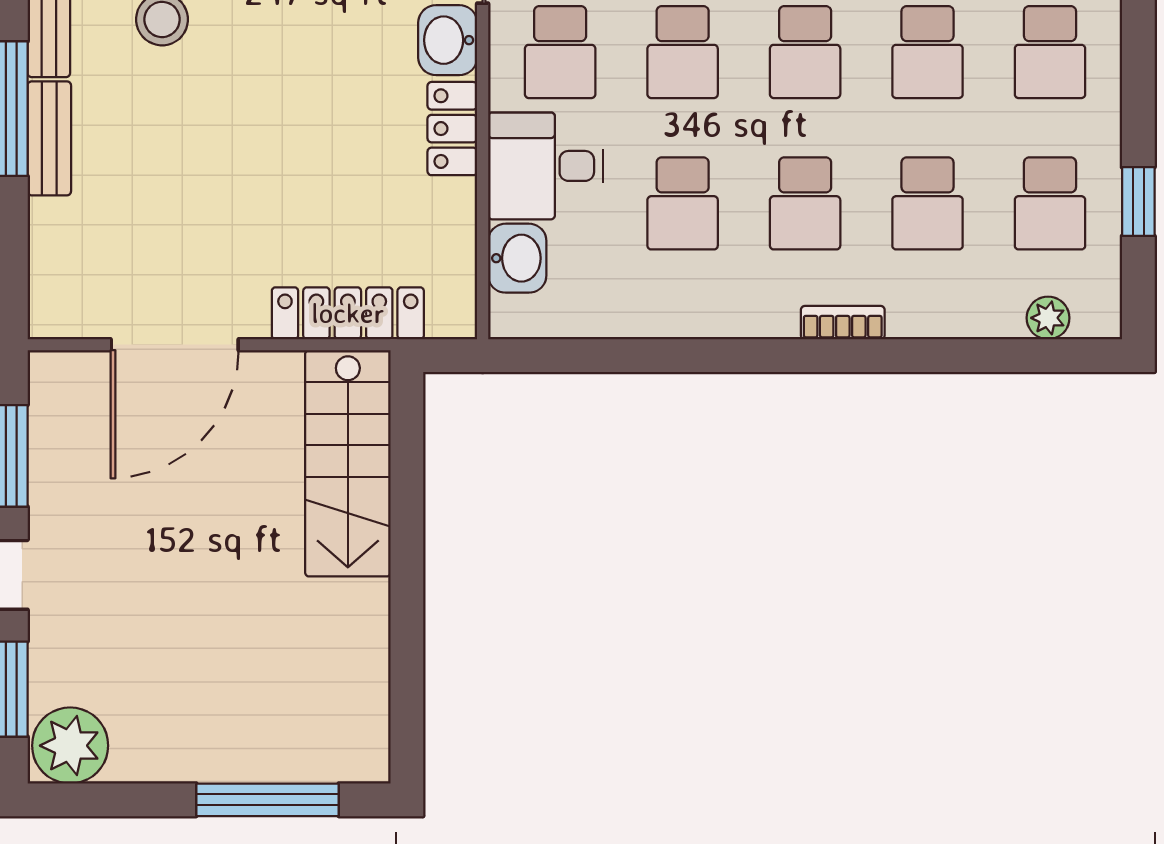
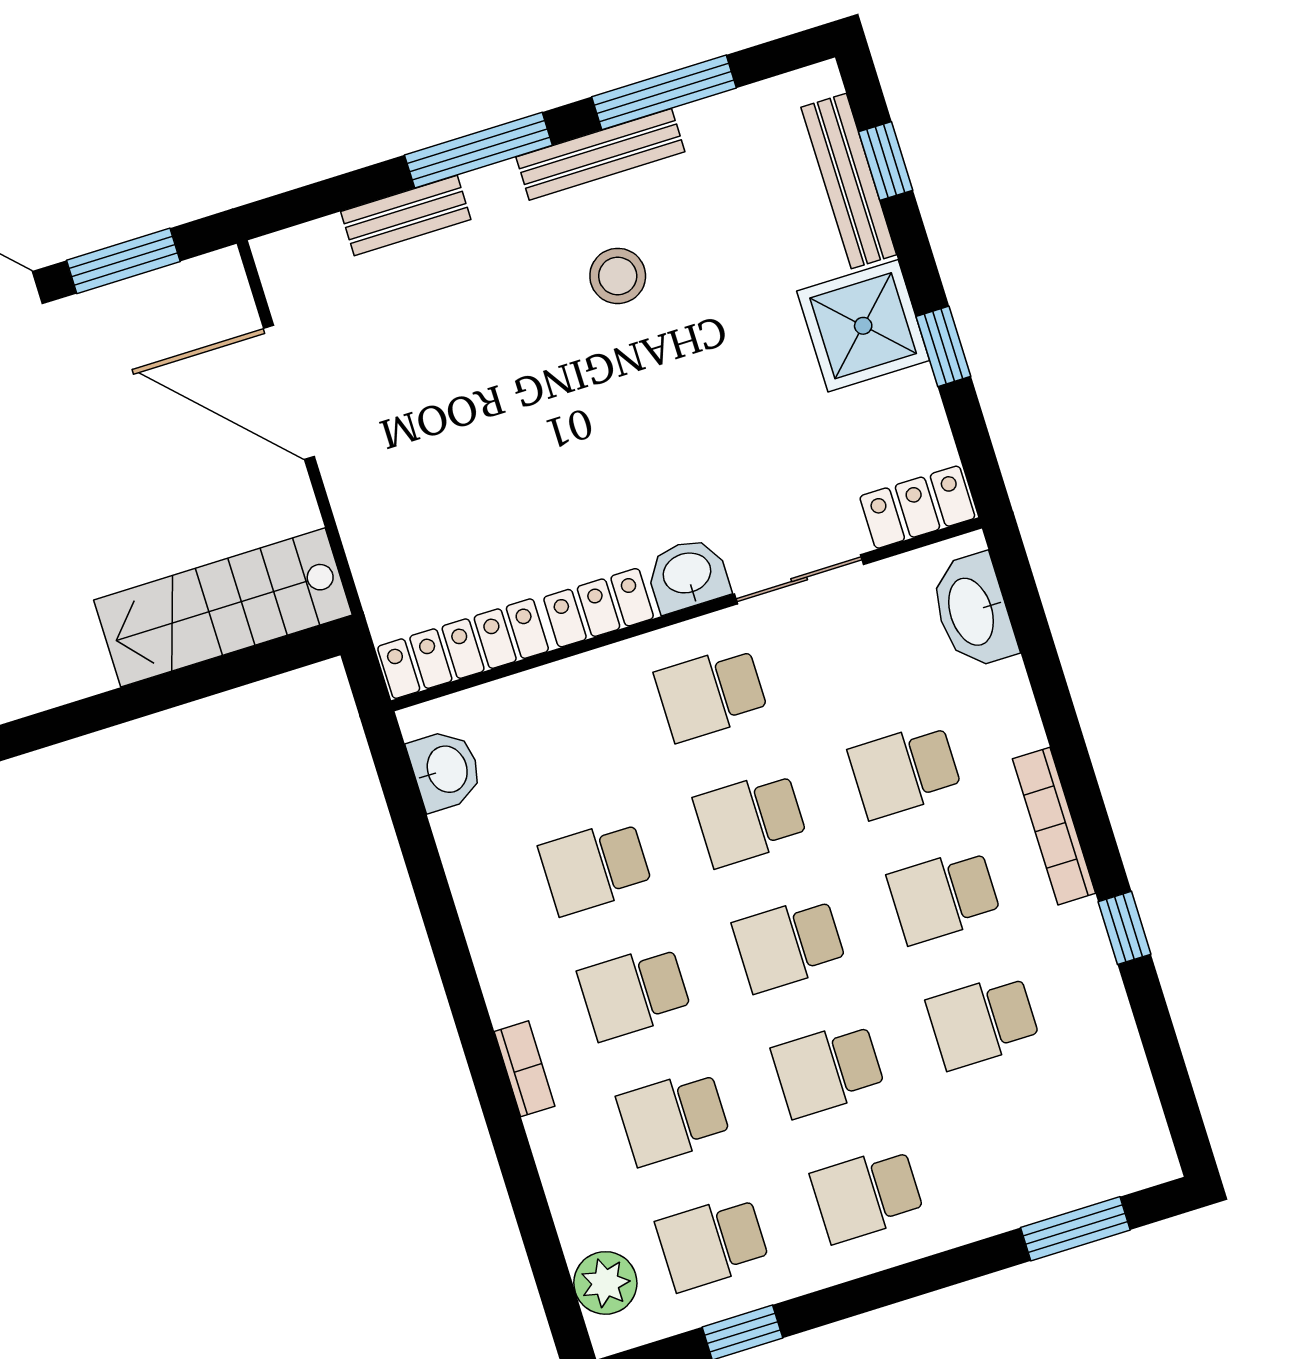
bench: (49, 138) -> (406, 215), moved
desk: (546, 166) -> (590, 715), removed
washbasin: (517, 258) -> (445, 770), moved, turned -90
locker: (348, 313) -> (463, 649), moved, turned -90
plant: (1048, 318) -> (605, 1283), width x1.38, depth x1.38

